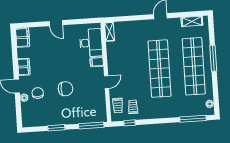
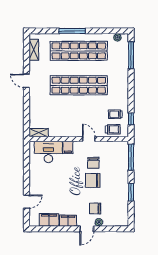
door: (56, 23) -> (27, 202), moved
filing cabinet: (23, 38) -> (49, 220), moved
chair: (83, 88) -> (93, 163), added
chair: (65, 89) -> (93, 180), turned -90

